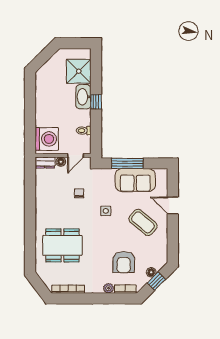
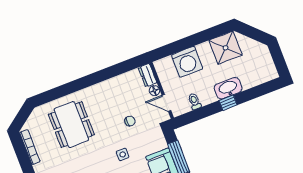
shower: (79, 71) -> (225, 48), moved
washing machine: (47, 139) -> (187, 62), moved

